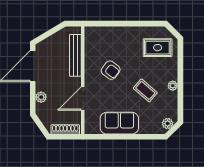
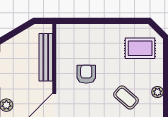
armchair: (111, 70) -> (86, 74), turned -127

